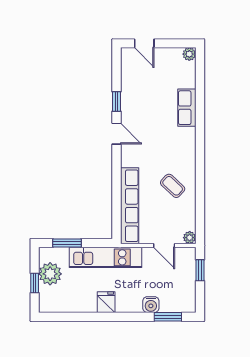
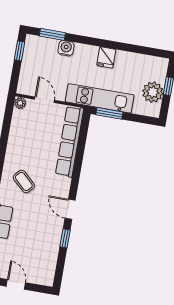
door: (144, 43) -> (16, 284), moved
coffee table: (173, 186) -> (24, 181), moved
window: (67, 243) -> (109, 113), moved
window: (200, 270) -> (19, 51), moved

